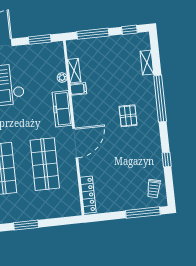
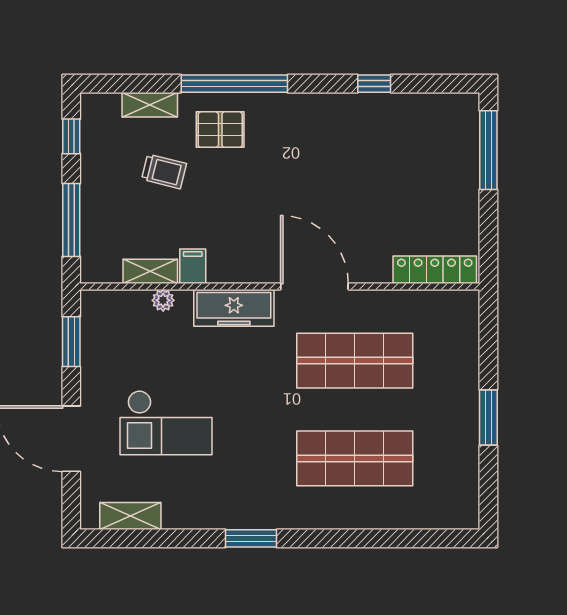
pallet: (128, 116) -> (220, 130), moved
trolley: (154, 189) -> (164, 171), moved

